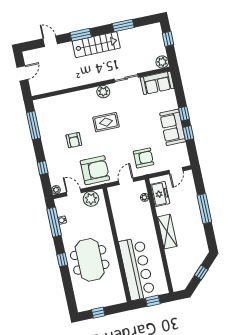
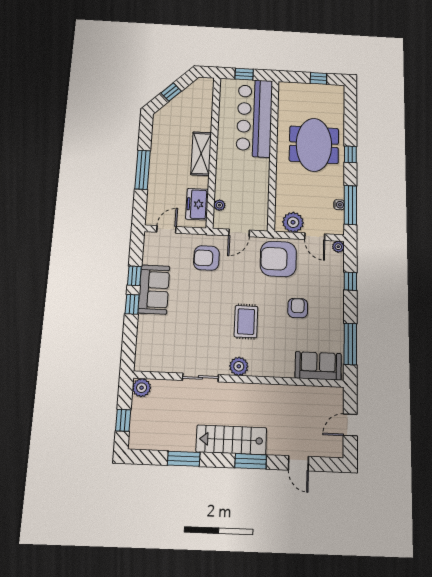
sofa: (157, 83) -> (318, 366), moved
rug: (106, 122) -> (246, 322), turned 90

